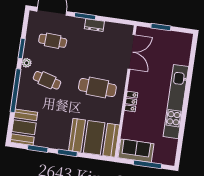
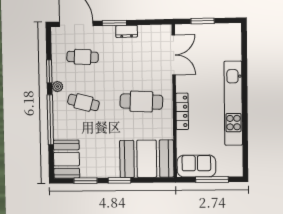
locker: (131, 102) -> (182, 111), width x1.53

